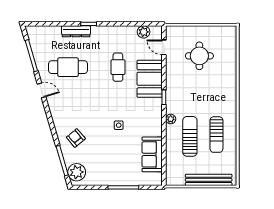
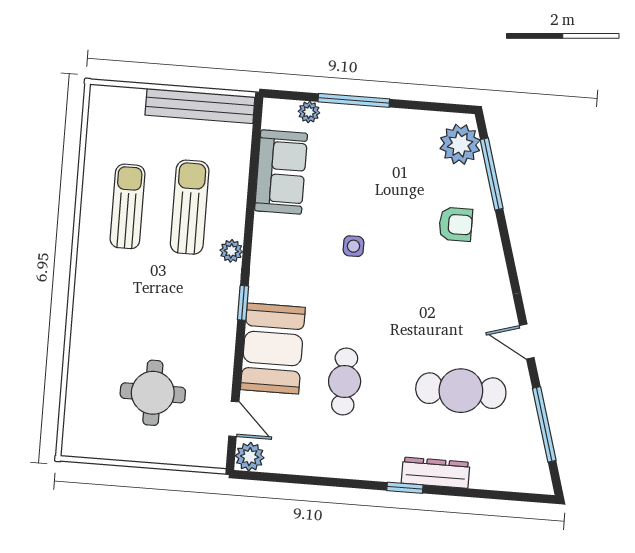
plant: (144, 32) -> (250, 457), moved
sun lounger: (190, 136) -> (190, 207), turned 180
armchair: (76, 138) -> (456, 224), turned -50
bench: (209, 180) -> (200, 106), moved
plant: (142, 181) -> (309, 112), added

